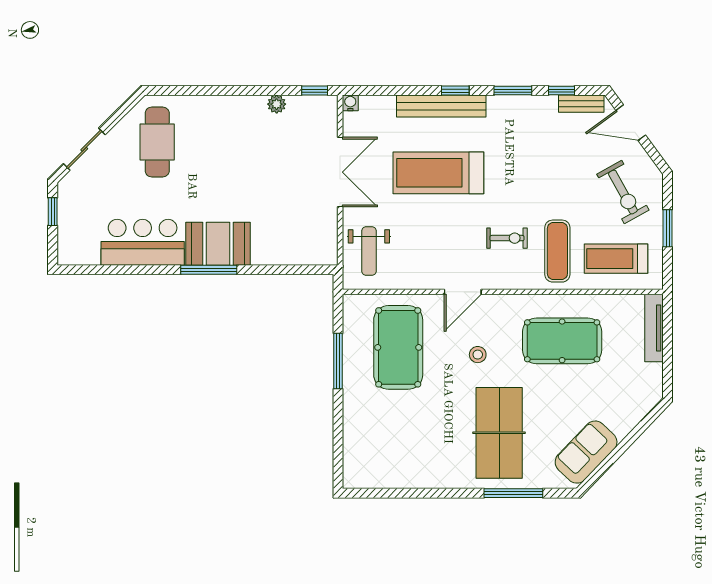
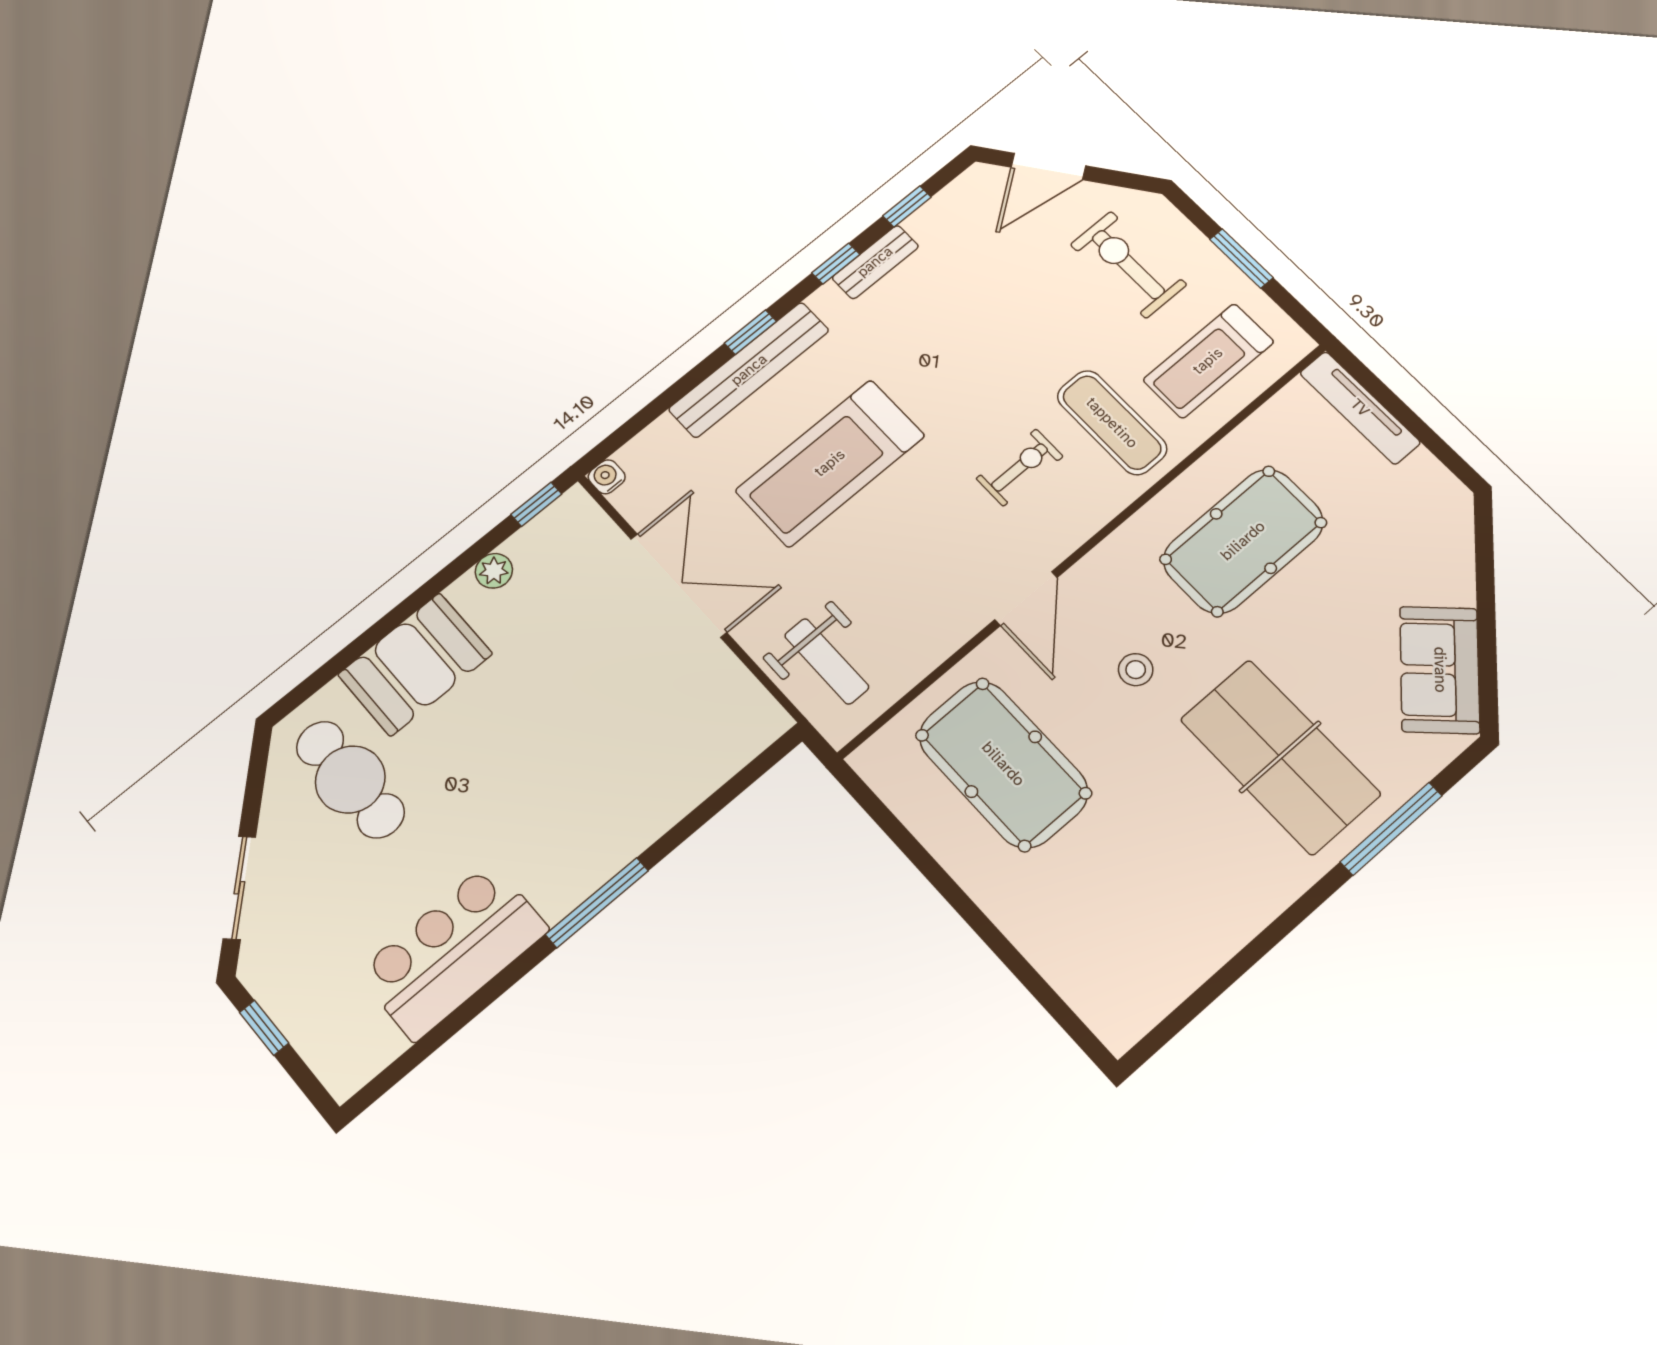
window: (513, 91) -> (836, 264), width x0.67
bench: (581, 104) -> (875, 262), moved
exercise bike: (623, 192) -> (1128, 265), turned -151
booth: (218, 244) -> (415, 664), moved
window: (338, 361) -> (928, 866), removed

